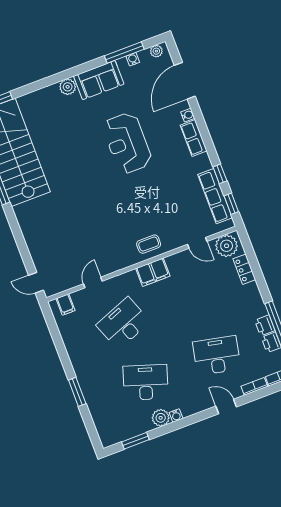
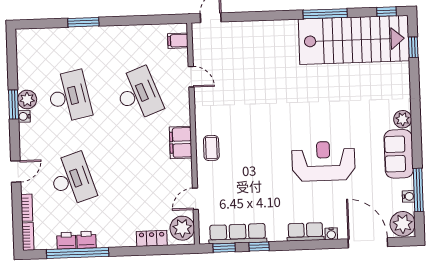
plant: (156, 51) -> (403, 224), width x1.88, depth x1.88
desk: (217, 356) -> (72, 179), turned -30
desk: (146, 382) -> (69, 96), turned -30
window: (135, 441) -> (14, 104), moved

